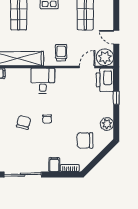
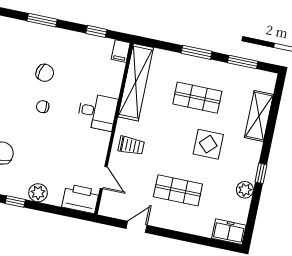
plant: (105, 57) -> (112, 205), removed
window: (116, 98) -> (15, 202), moved
plant: (107, 124) -> (38, 193), moved

